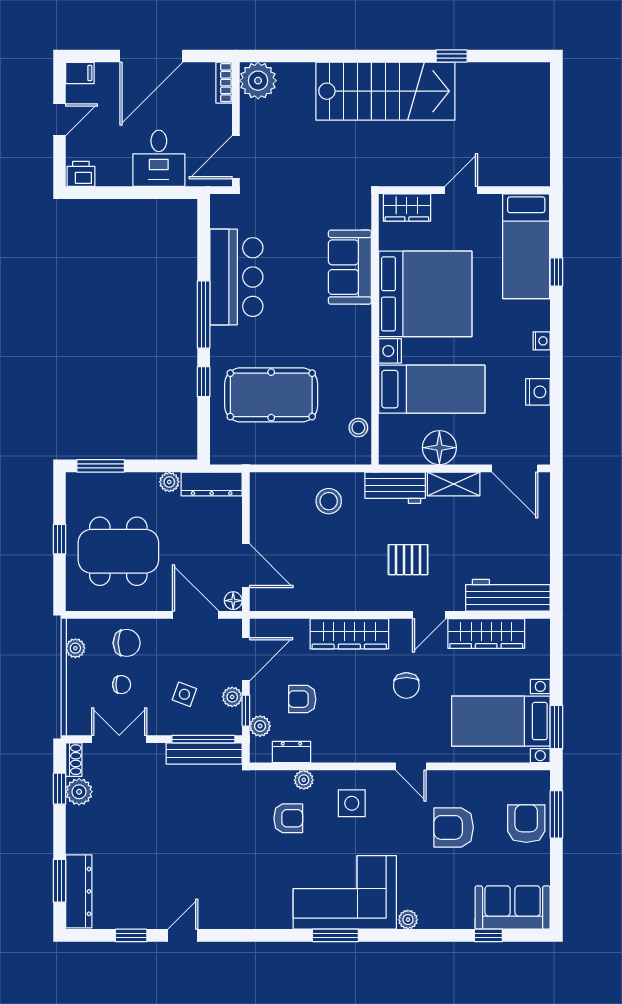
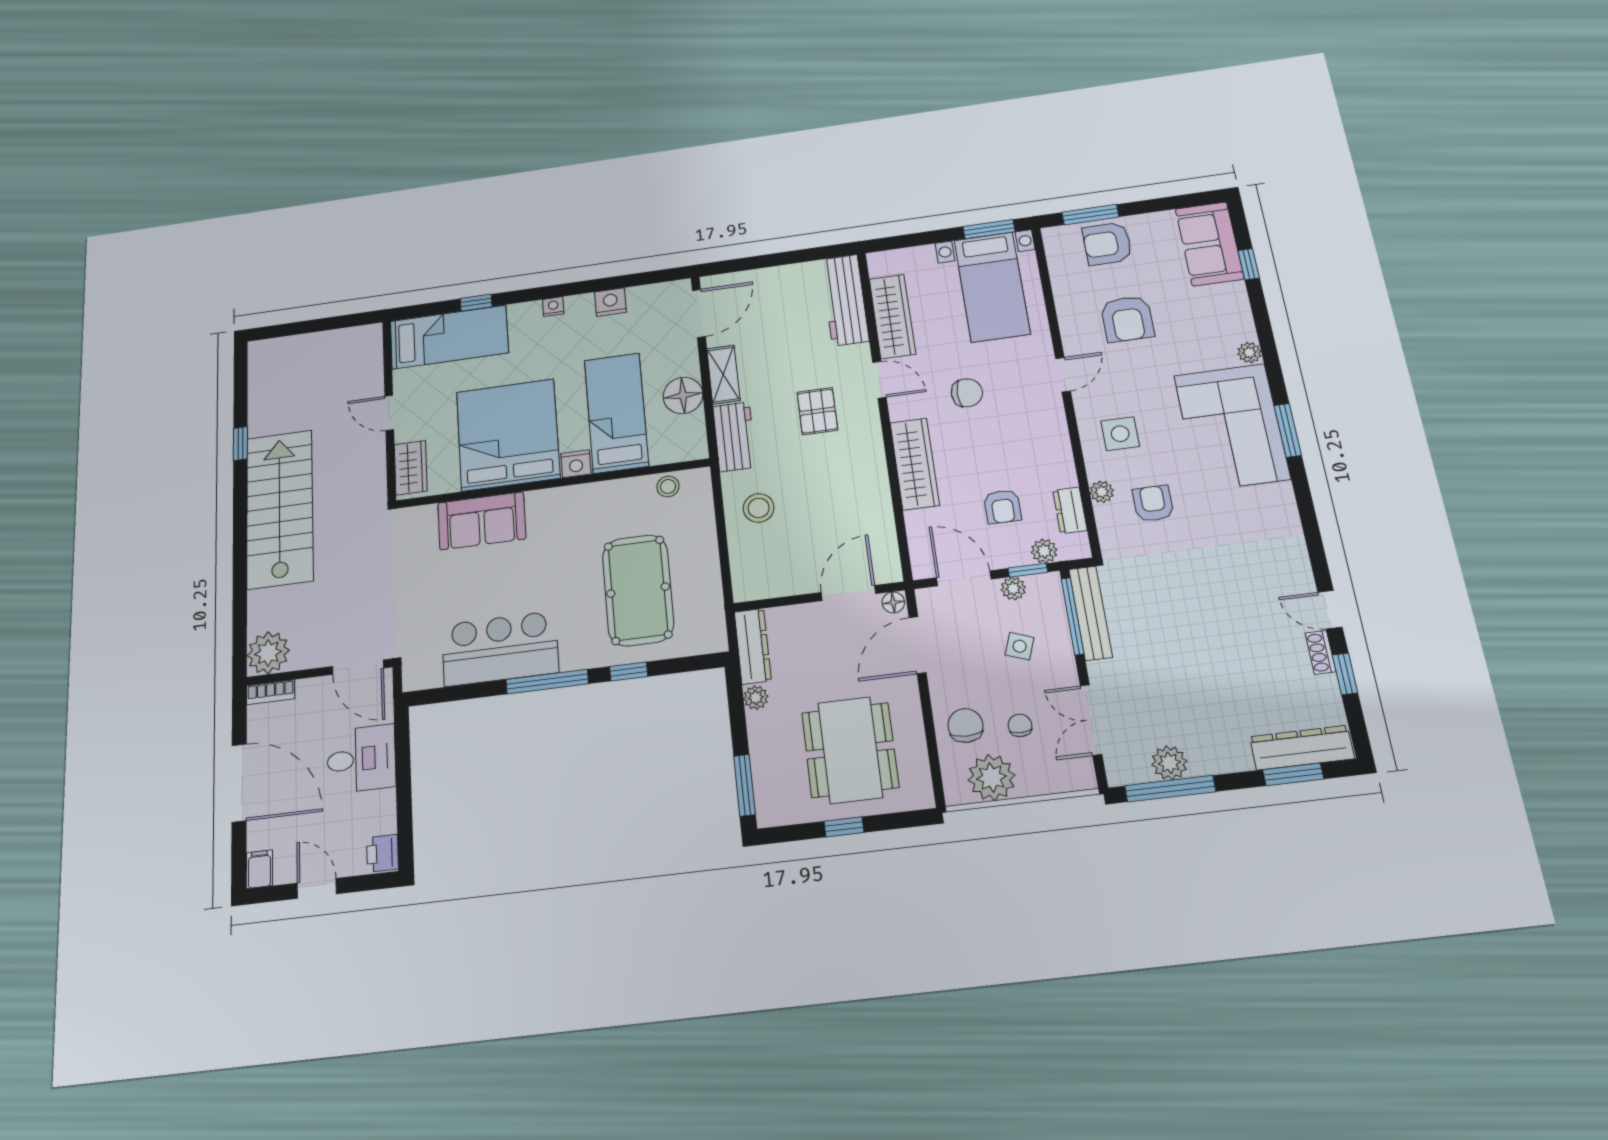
plant: (75, 648) -> (992, 778), width x1.87, depth x1.87
shoe rack: (74, 760) -> (1321, 652), moved, turned -90
window: (59, 789) -> (1170, 789), width x2.17

